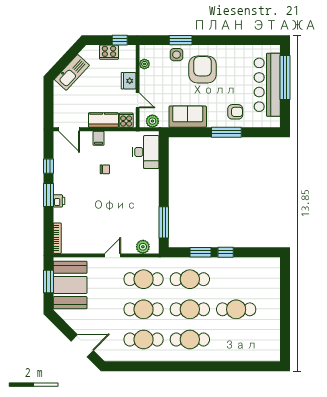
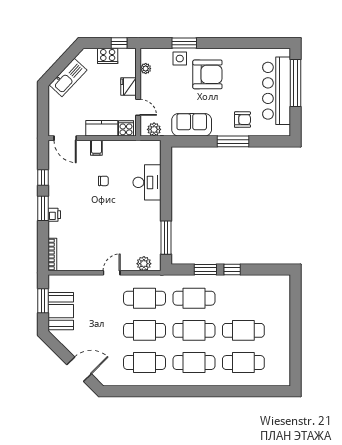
armchair: (202, 69) -> (207, 74), turned 90
desk: (146, 152) -> (147, 182), moved
booth: (70, 285) -> (61, 311), width x0.73, depth x0.70
cafe table: (236, 339) -> (243, 363), added

